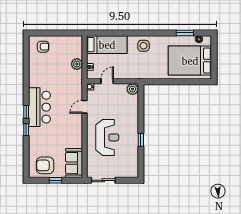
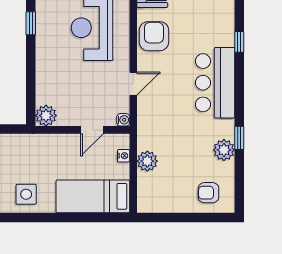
plant: (35, 70) -> (224, 150), added
window: (26, 112) -> (239, 138), moved
armchair: (73, 133) -> (154, 36), added

